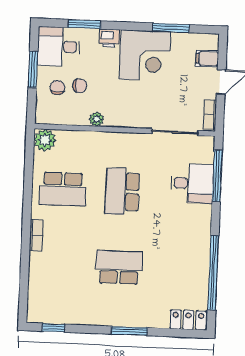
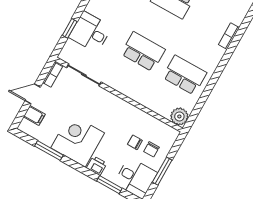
plant: (97, 119) -> (135, 113), removed
window: (217, 176) -> (70, 28), width x0.46
school desk: (122, 192) -> (143, 52), turned -90
bookcase: (36, 235) -> (229, 36), moved

